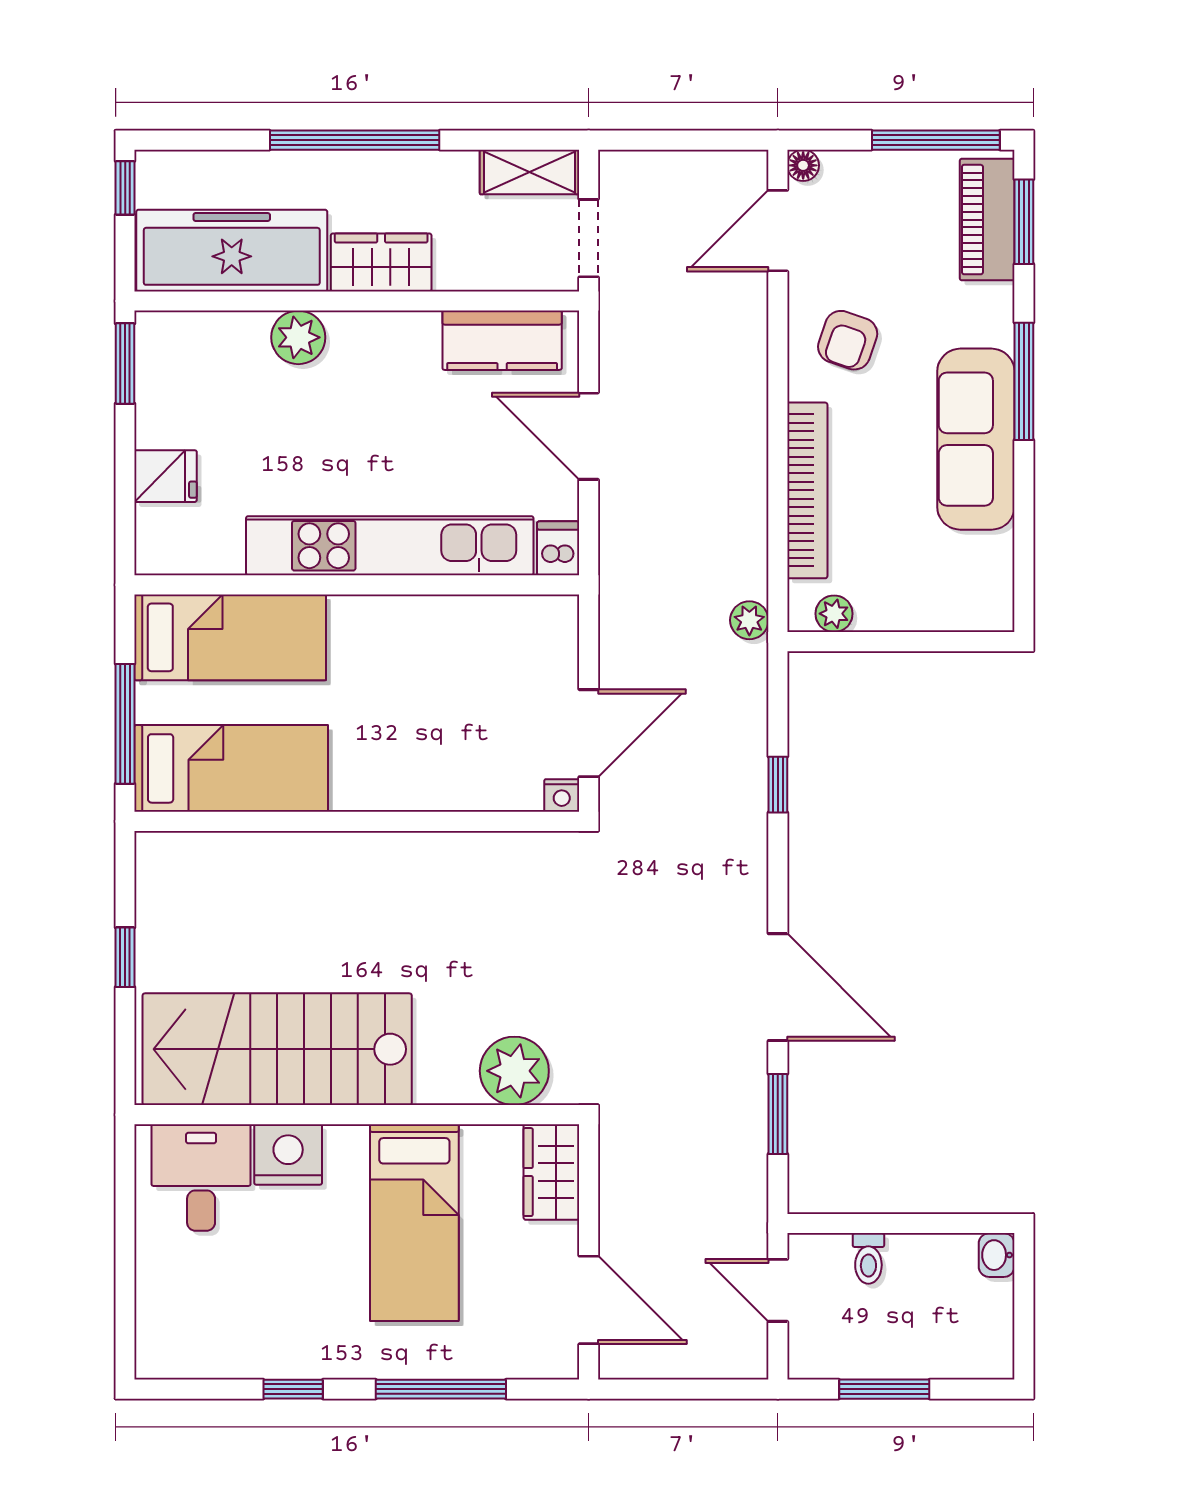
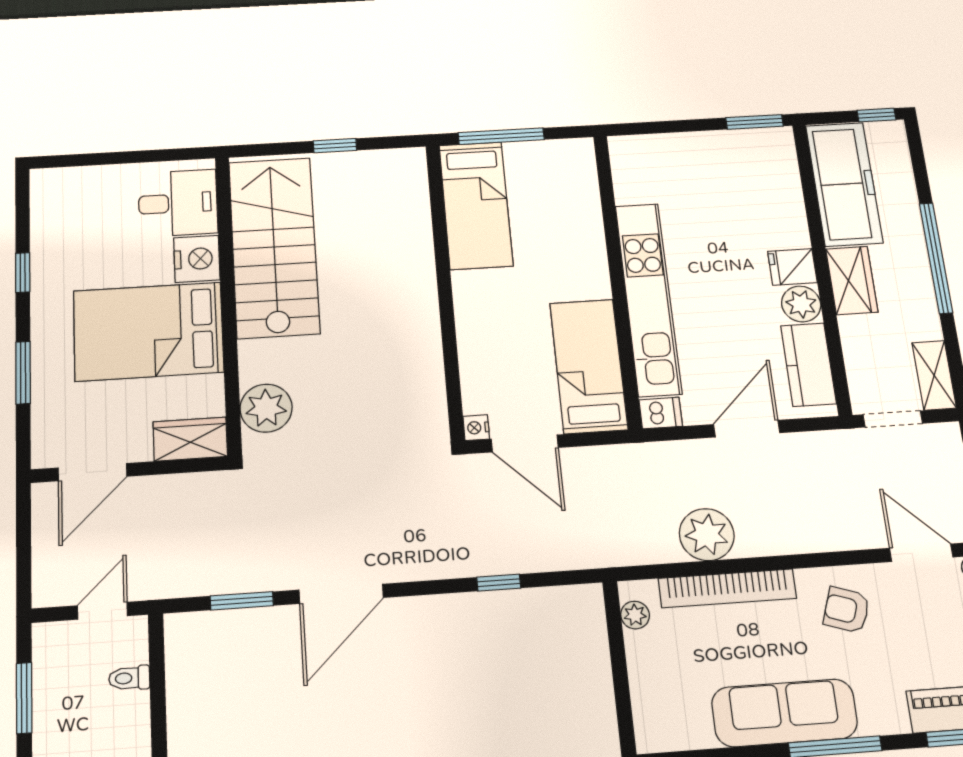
plant: (298, 337) -> (801, 304), moved
fridge: (166, 476) -> (792, 267), moved, turned 90
plant: (749, 620) -> (707, 535), moved, width x1.87, depth x1.87
bed: (230, 637) -> (589, 366), moved, turned 180
bed: (414, 1223) -> (148, 331), width x1.50
window: (441, 1389) -> (23, 373), width x0.69

